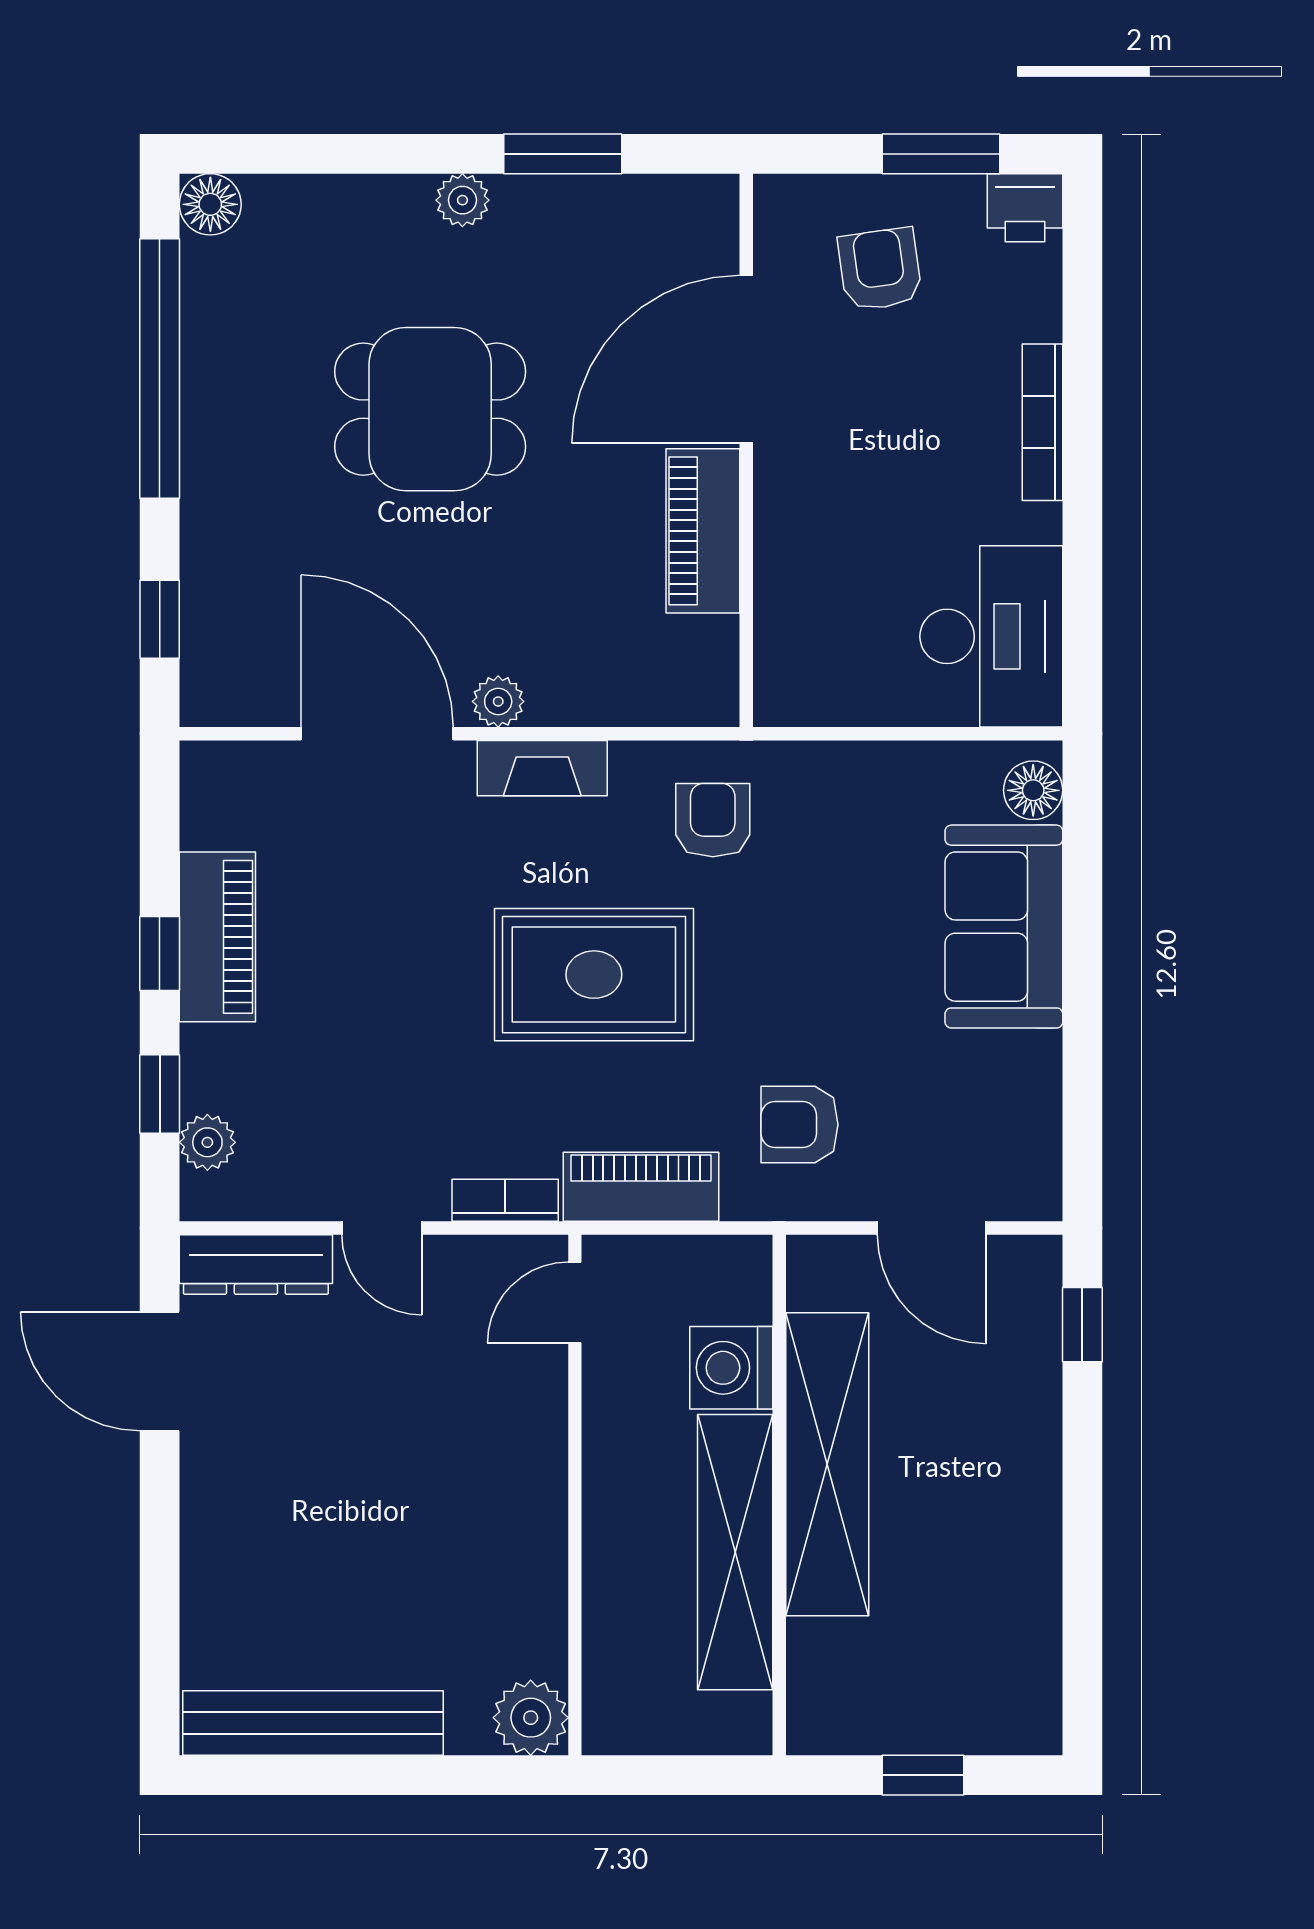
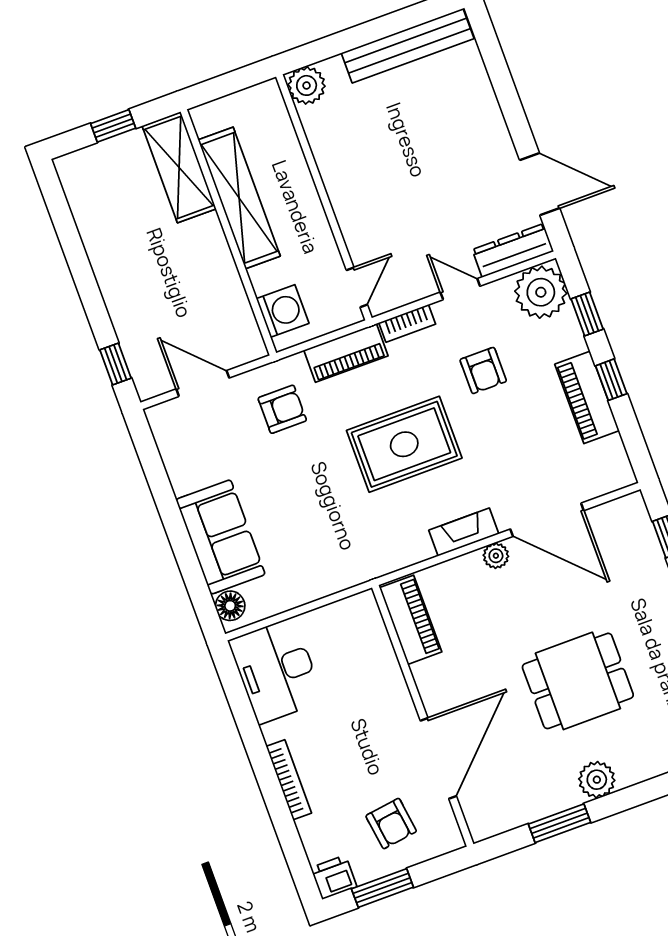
plant: (462, 200) -> (597, 780), width x1.38, depth x1.38
piano: (703, 531) -> (411, 620), moved
armchair: (713, 820) -> (483, 370), moved
plant: (207, 1142) -> (541, 292), width x1.87, depth x1.87
washing machine: (731, 1368) -> (283, 311), moved
shelving: (827, 1464) -> (179, 167), moved, width x0.68

